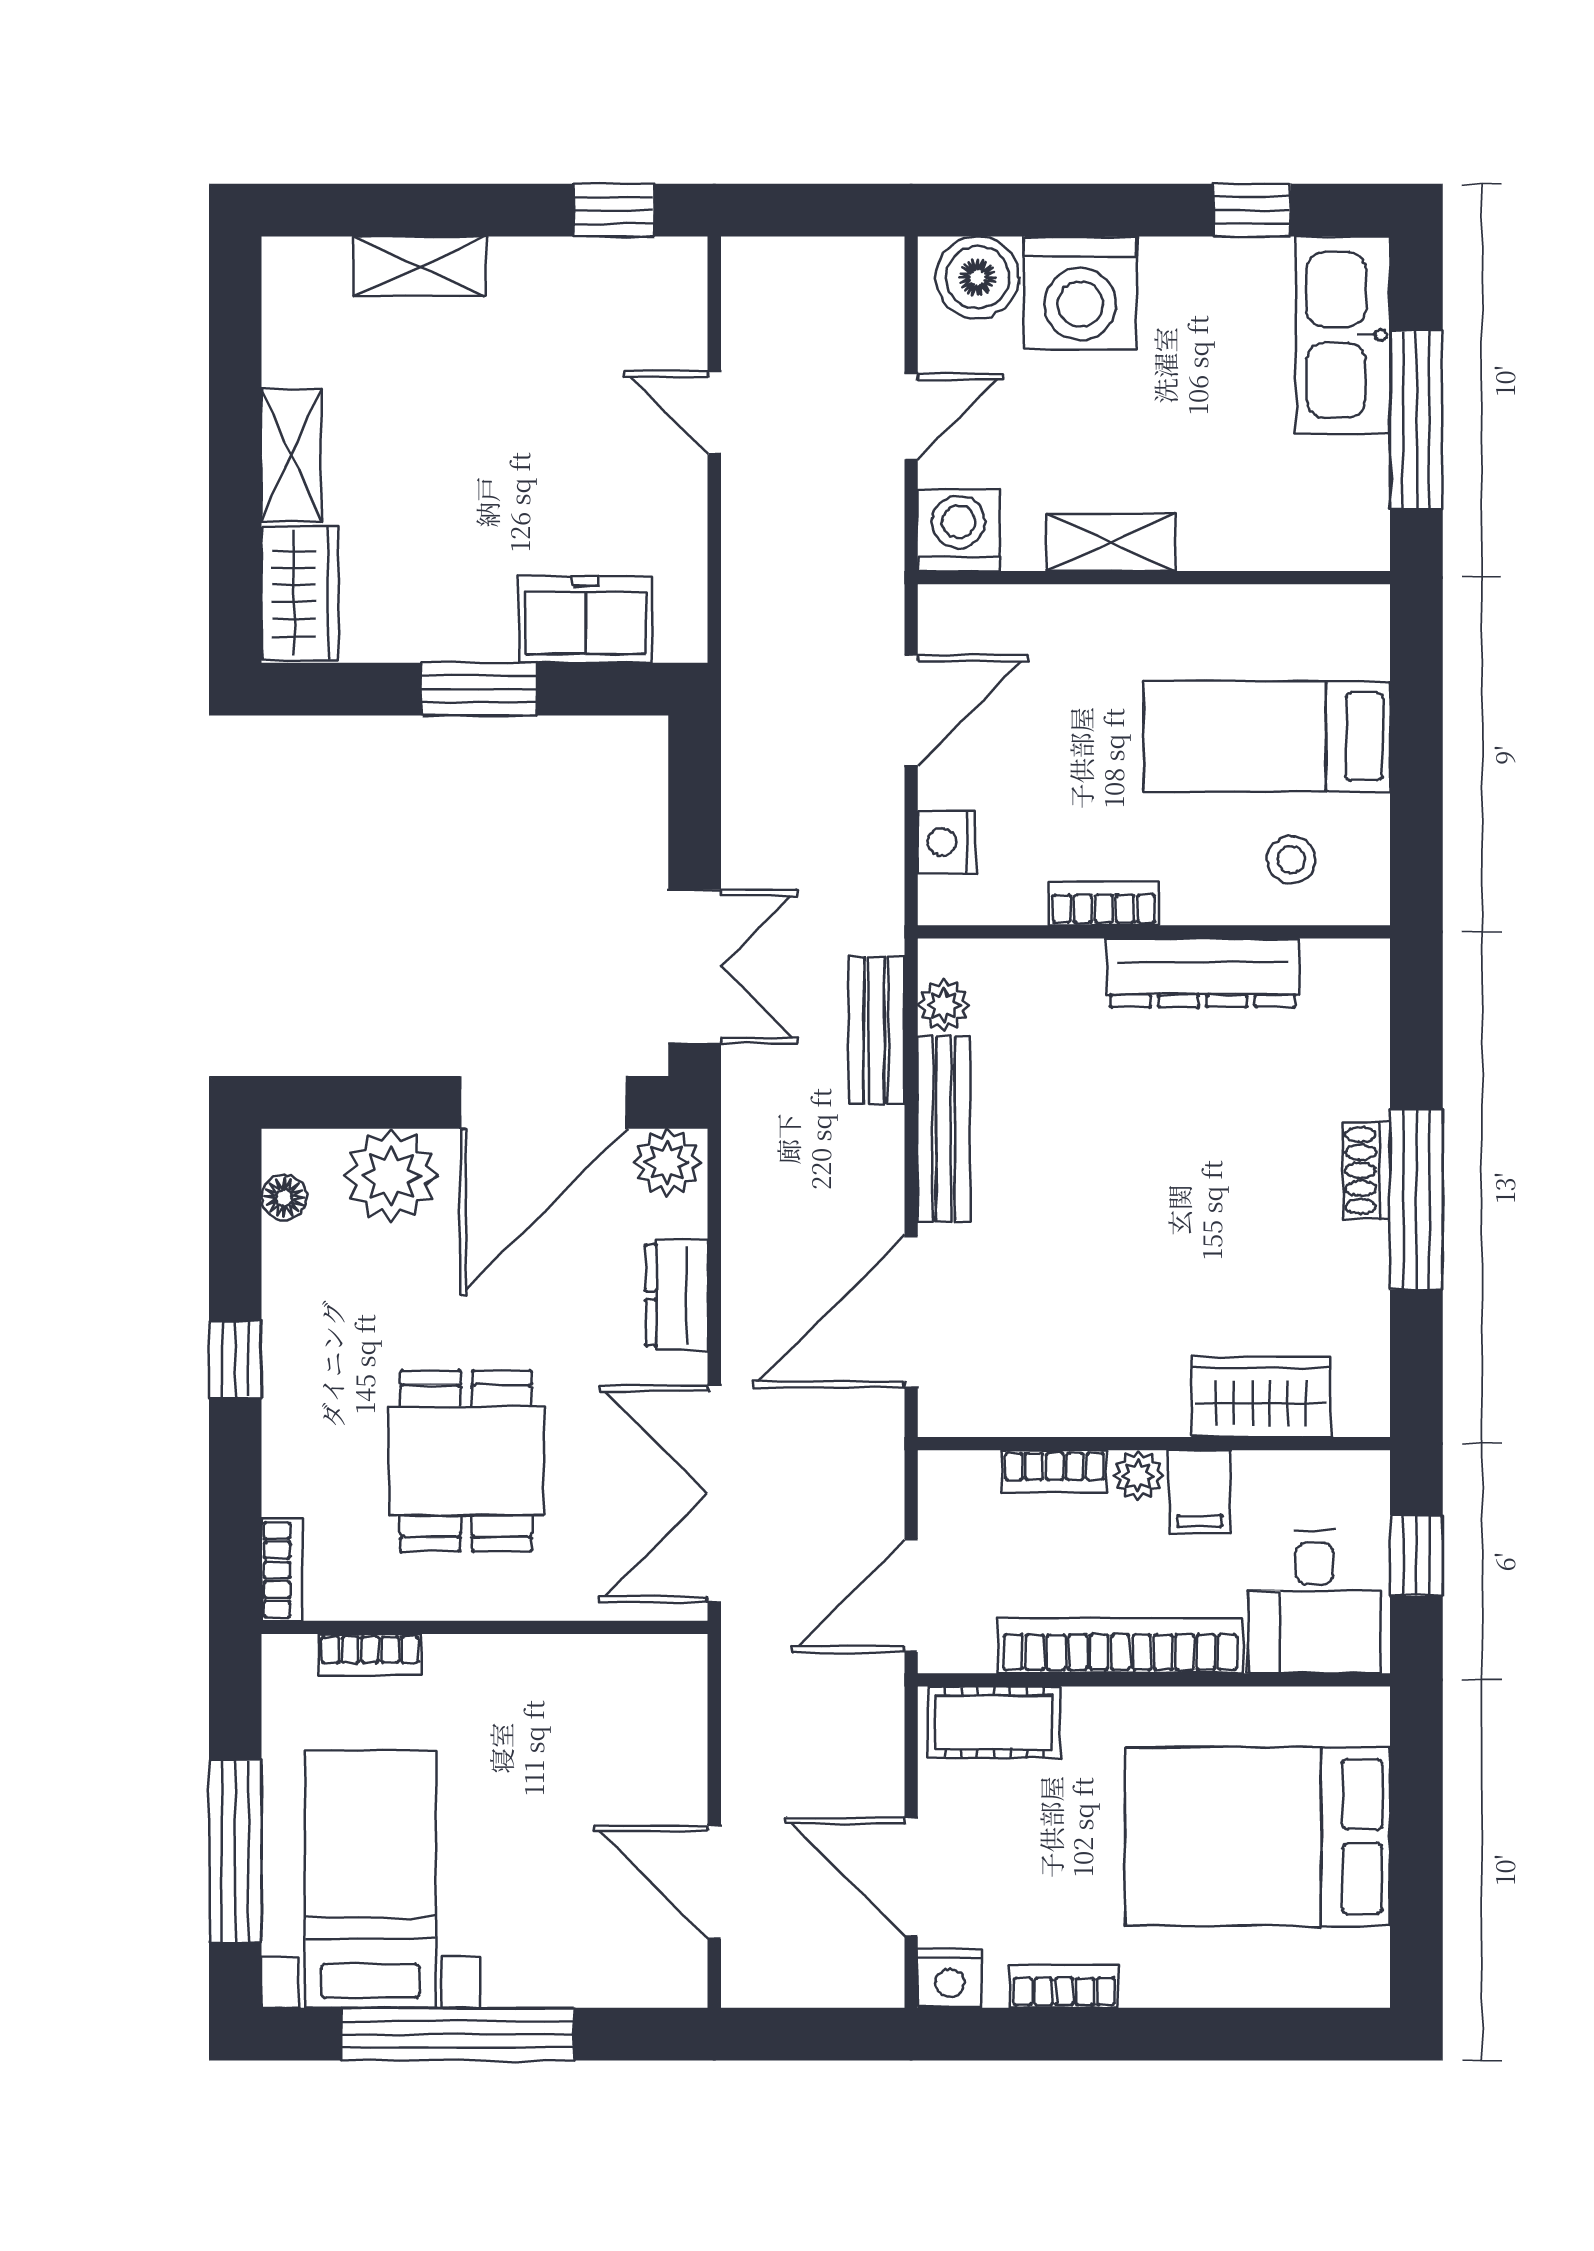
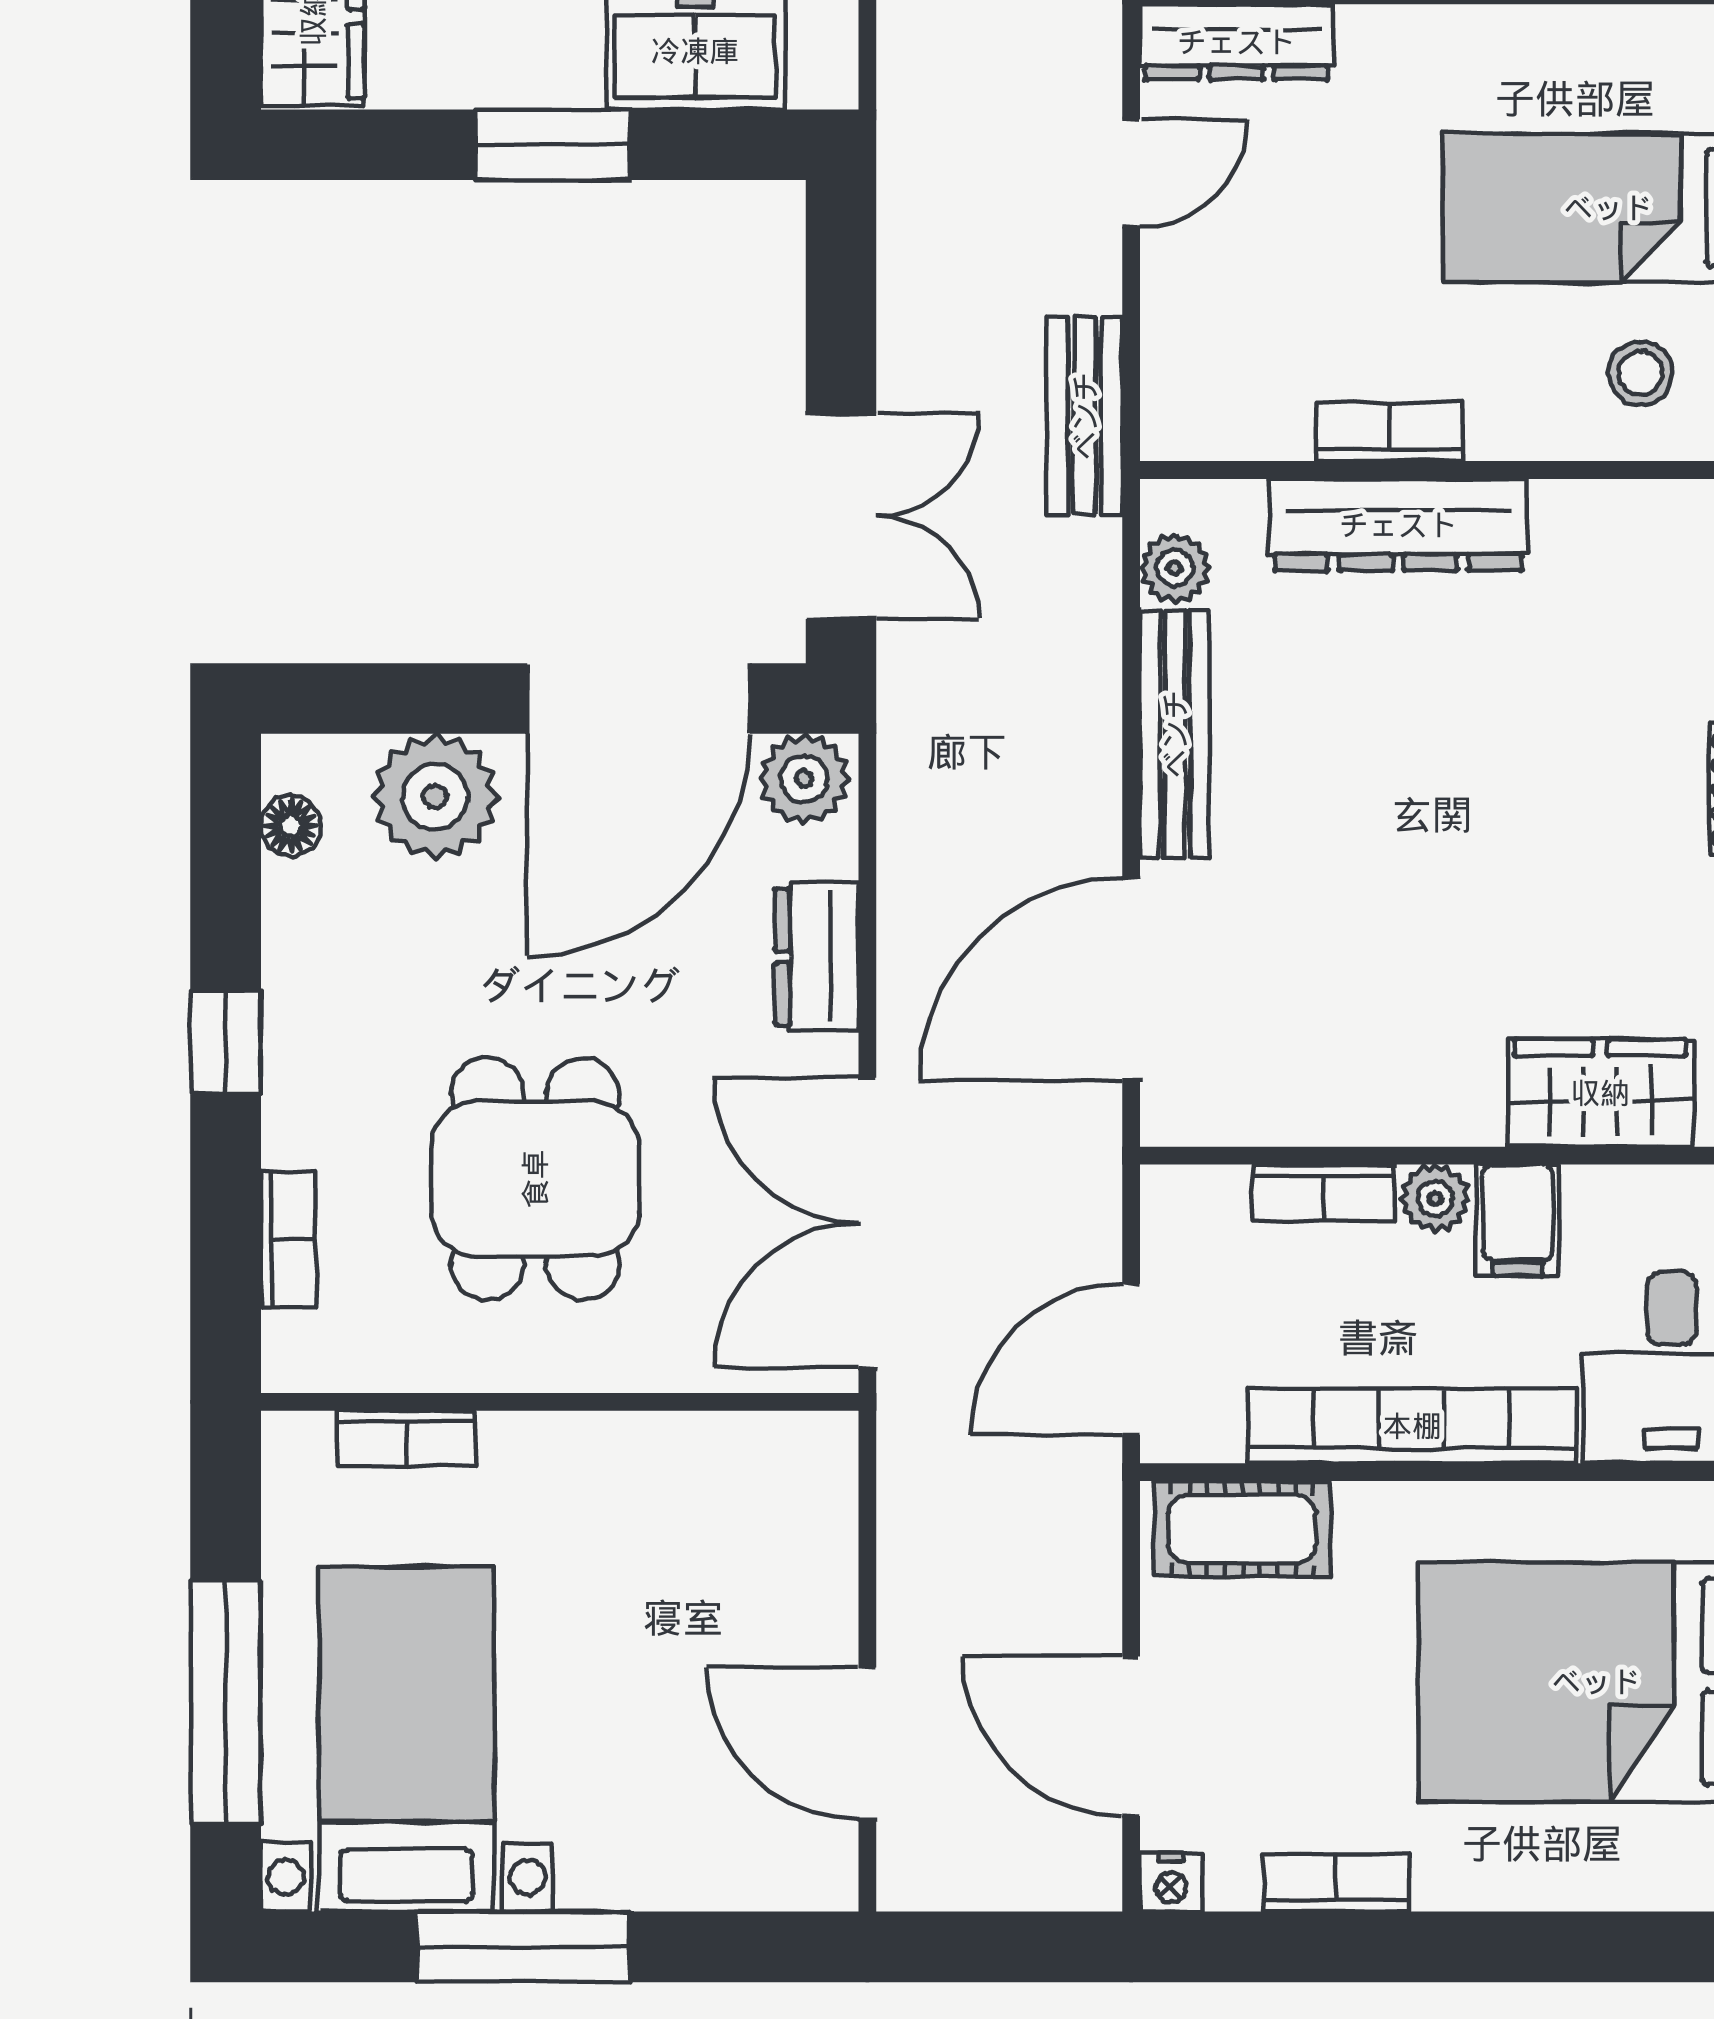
dresser: (990, 612) -> (1236, 42), added
door: (911, 710) -> (1131, 173), width x0.73
nightstand: (947, 842) -> (1179, 350), removed
dresser: (1203, 973) -> (1398, 525), moved
bench: (876, 1030) -> (1085, 416), moved
bookcase: (282, 1570) -> (288, 1240), moved
nightstand: (950, 1978) -> (1171, 1882), width x0.72, depth x0.74
window: (458, 2034) -> (523, 1947), width x0.68

